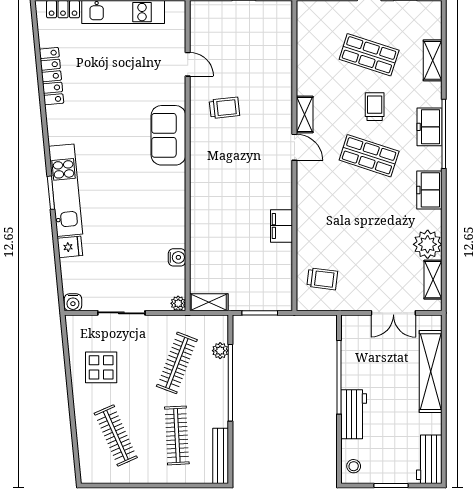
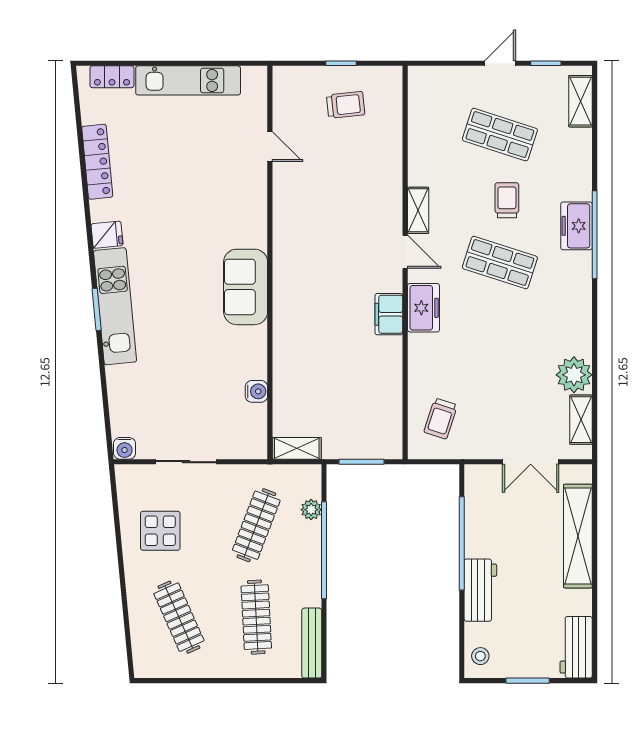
shelving: (433, 60) -> (580, 101), moved
trolley: (225, 108) -> (346, 105), moved
sofa: (168, 135) -> (246, 287), moved
freezer: (429, 190) -> (423, 308), moved, turned 180
filing cabinet: (281, 226) -> (389, 314), moved
fridge: (70, 247) -> (107, 235), moved
trolley: (322, 279) -> (441, 419), turned 101
plant: (178, 303) -> (258, 450), removed

